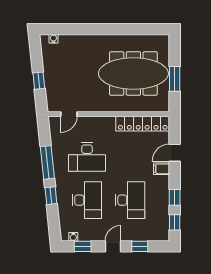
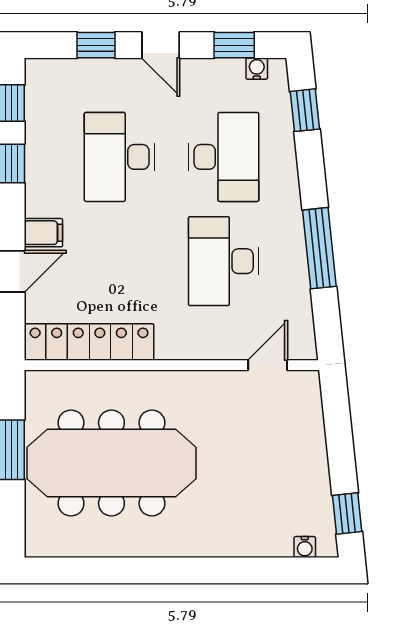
window: (39, 81) -> (347, 514), moved
desk: (87, 157) -> (224, 261), turned -90
window: (51, 196) -> (305, 110), moved
desk: (87, 200) -> (224, 157), turned 180
door: (113, 246) -> (161, 45), hinge flipped

